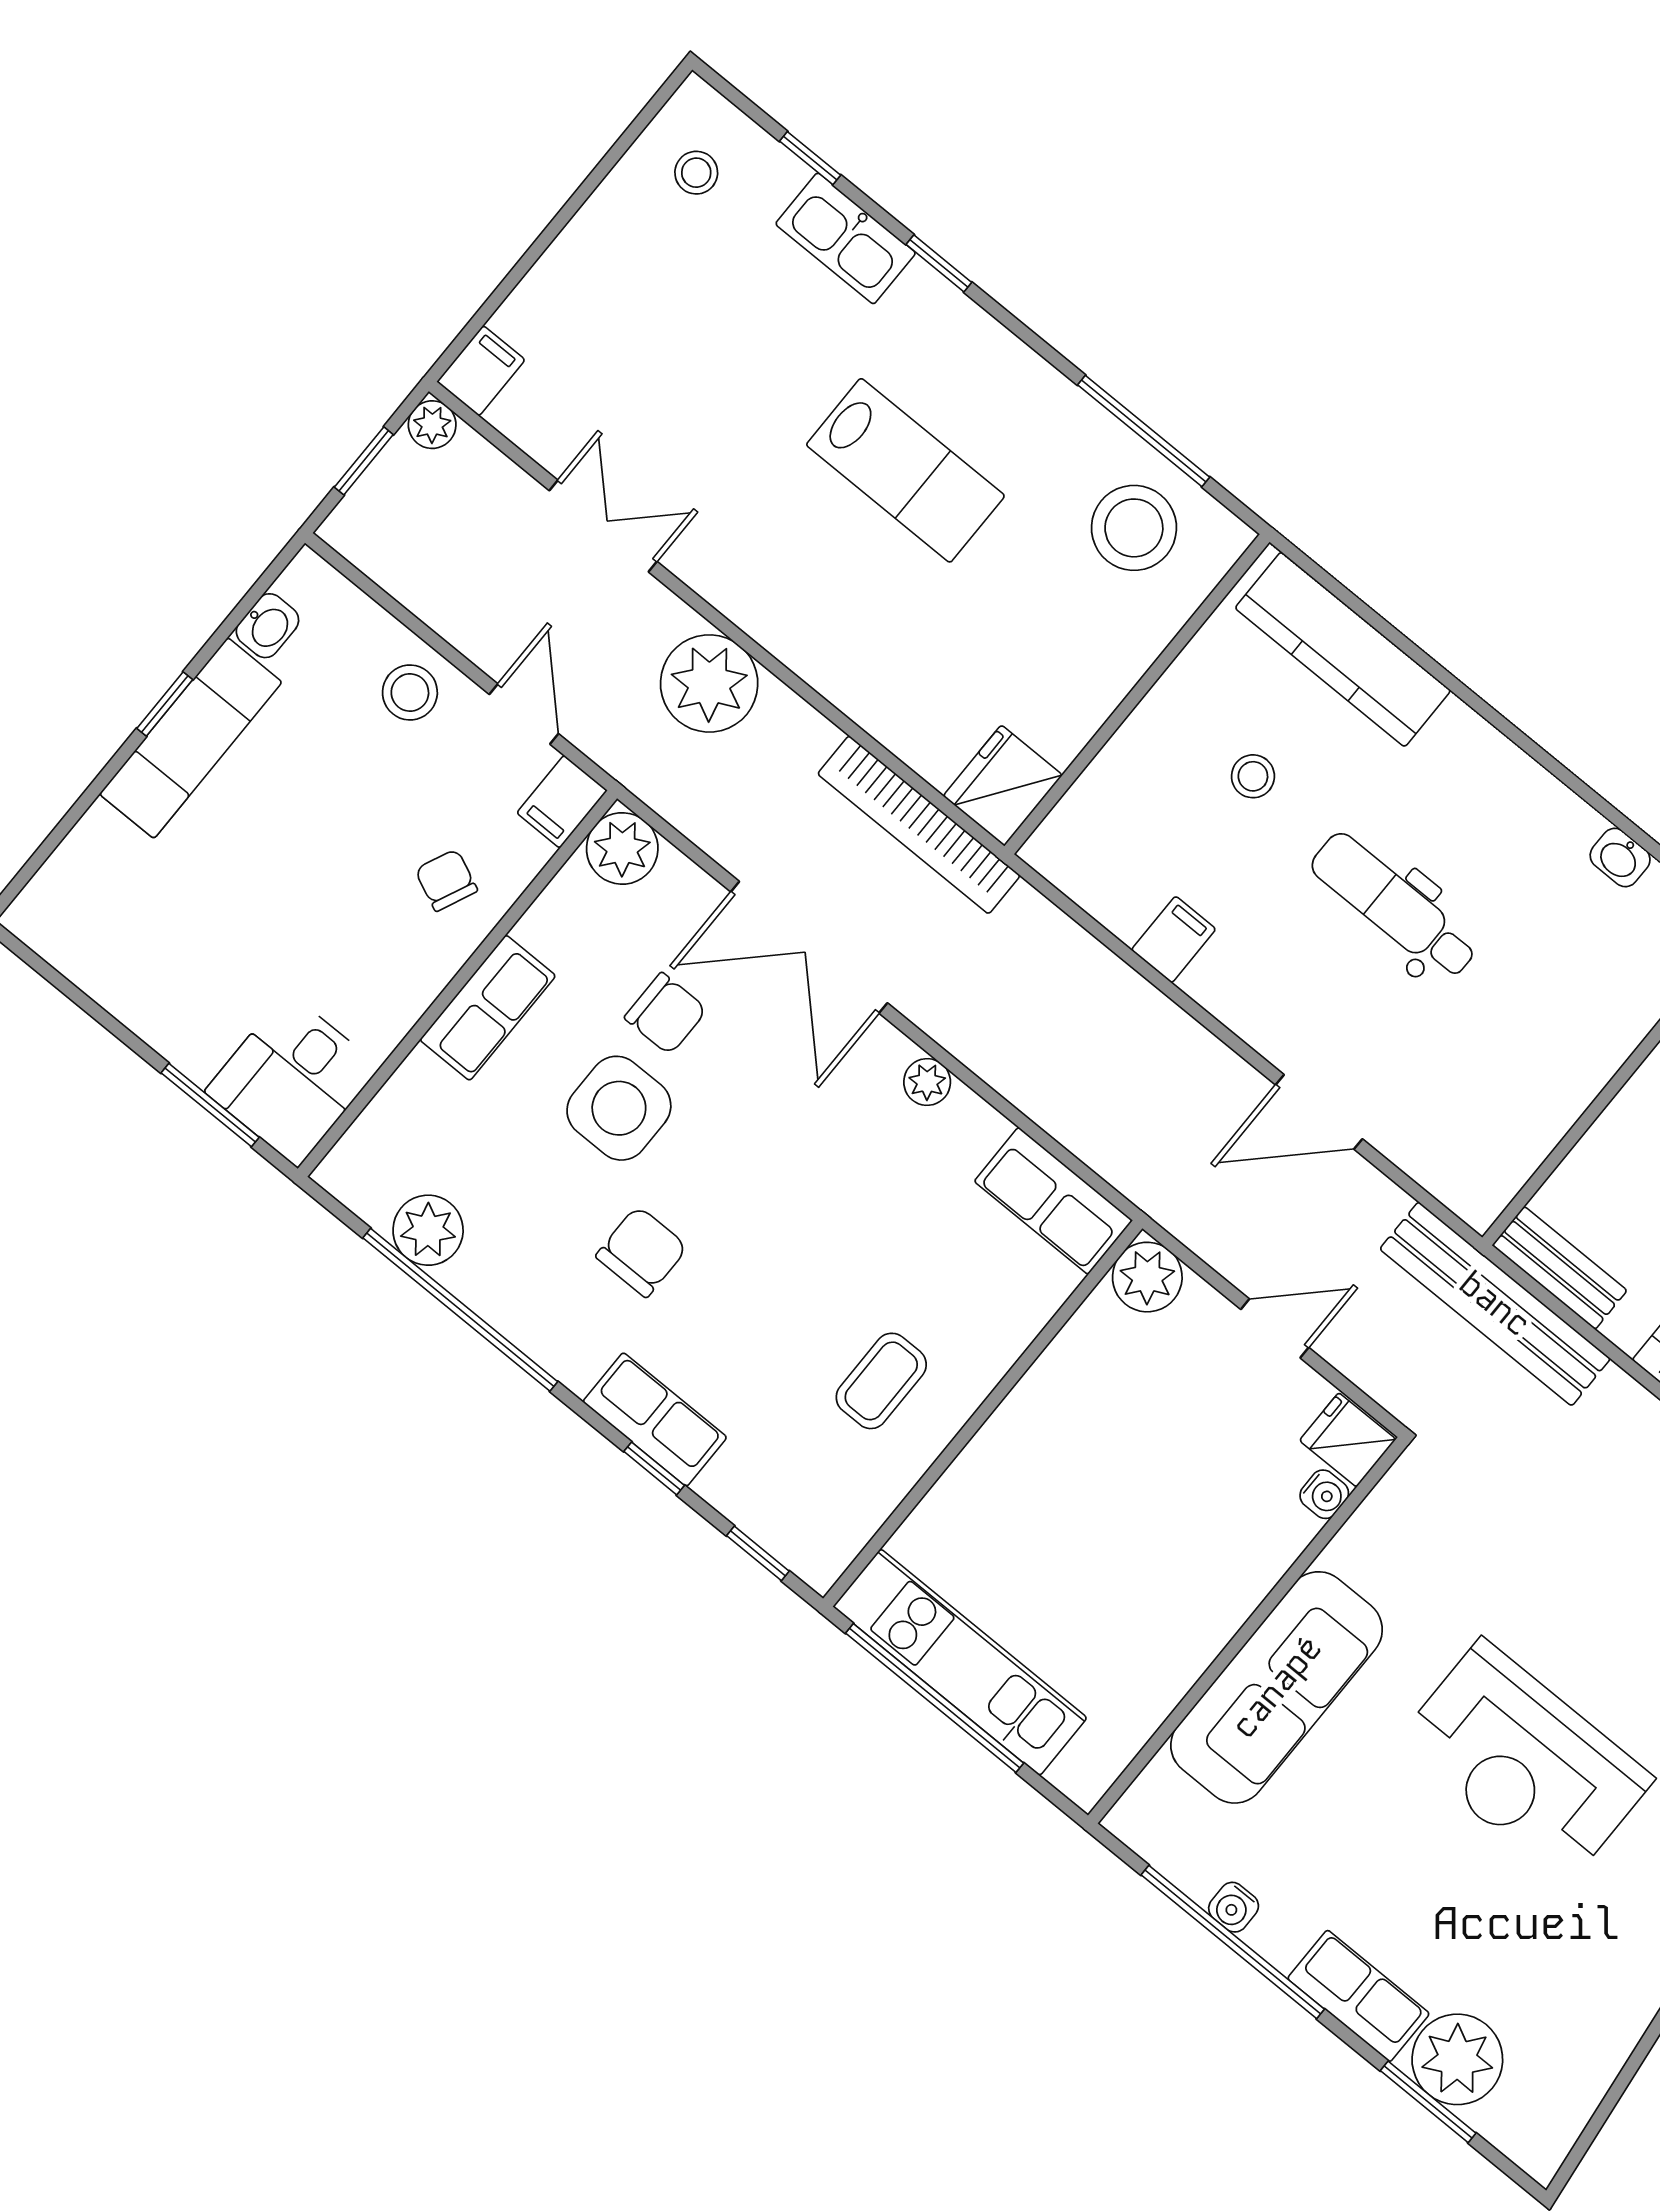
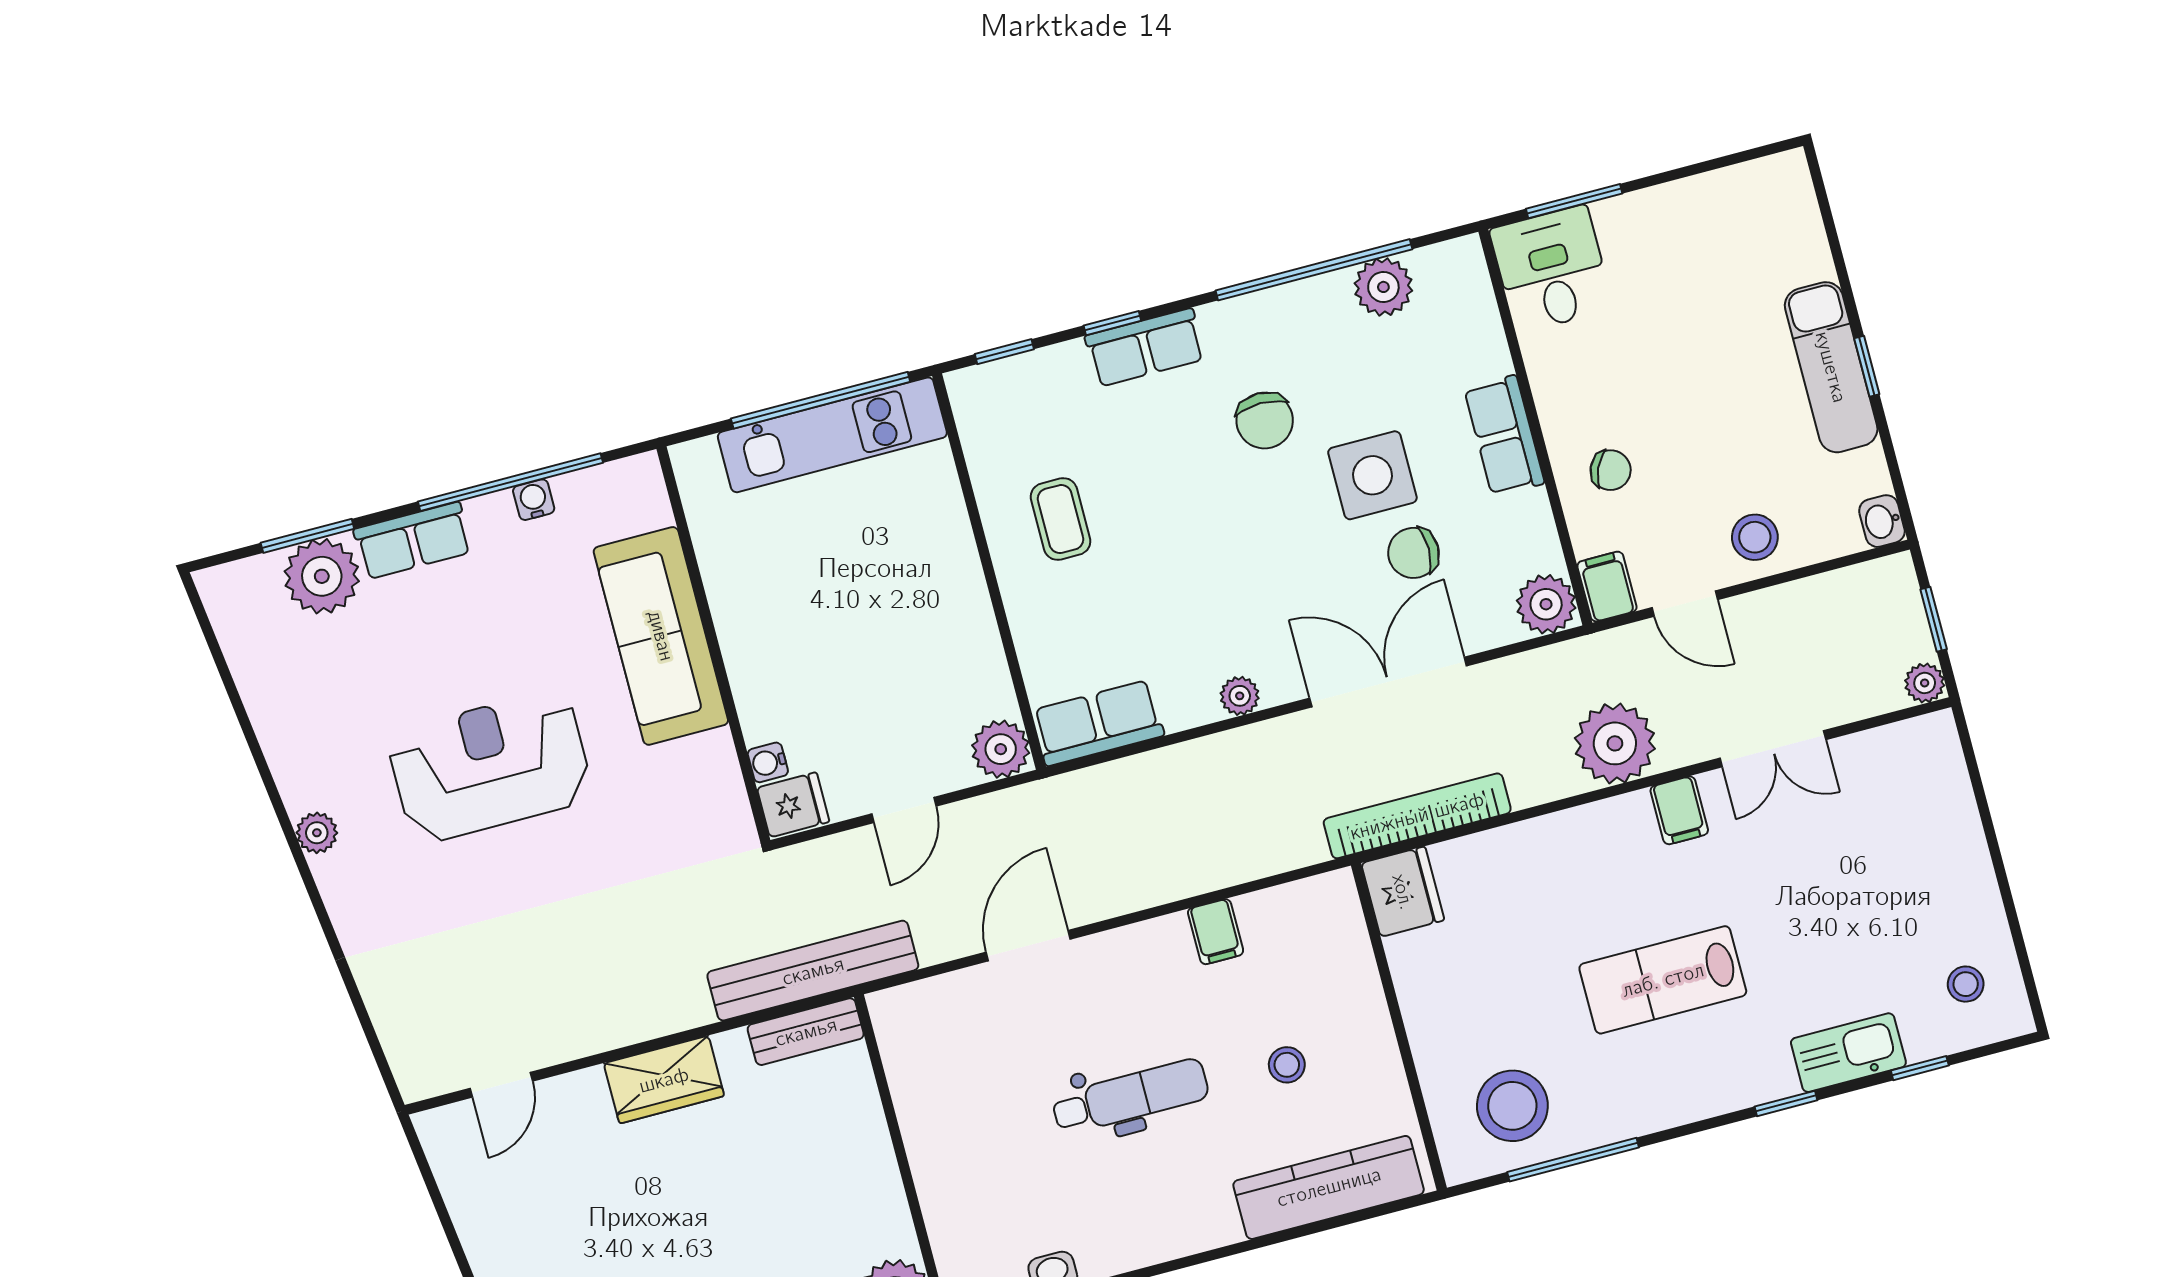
filing cabinet: (481, 371) -> (1679, 810), moved
washbasin: (267, 626) -> (1882, 521), moved

